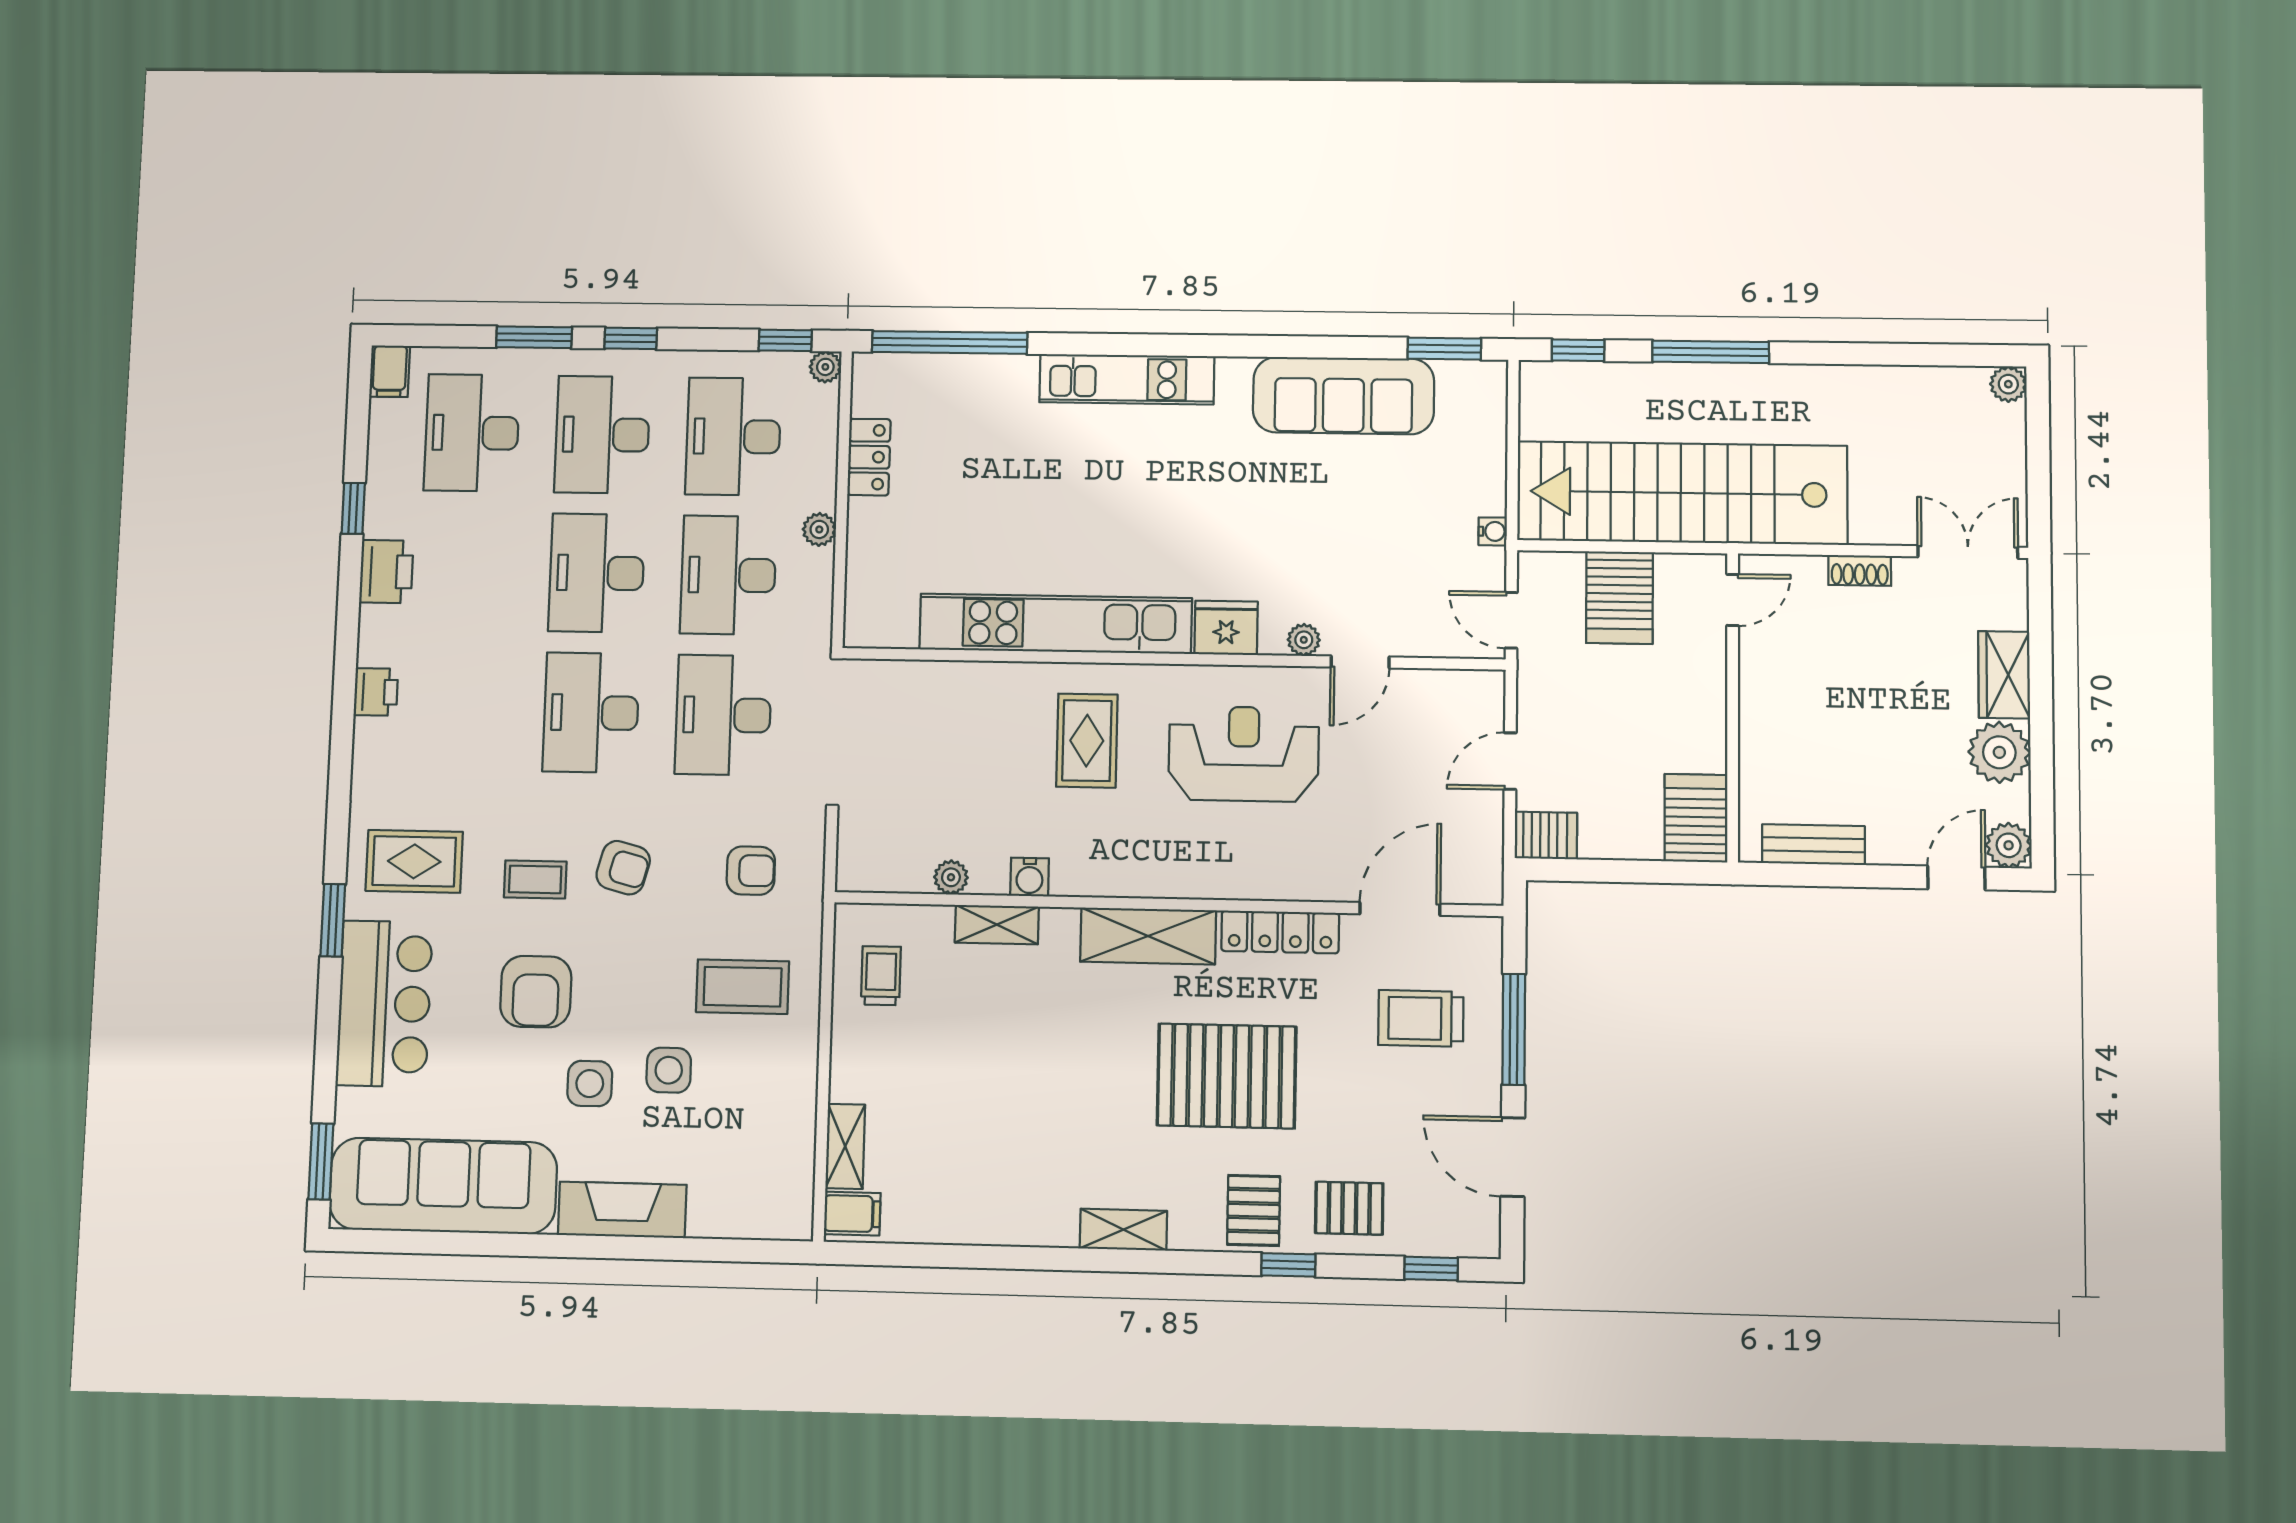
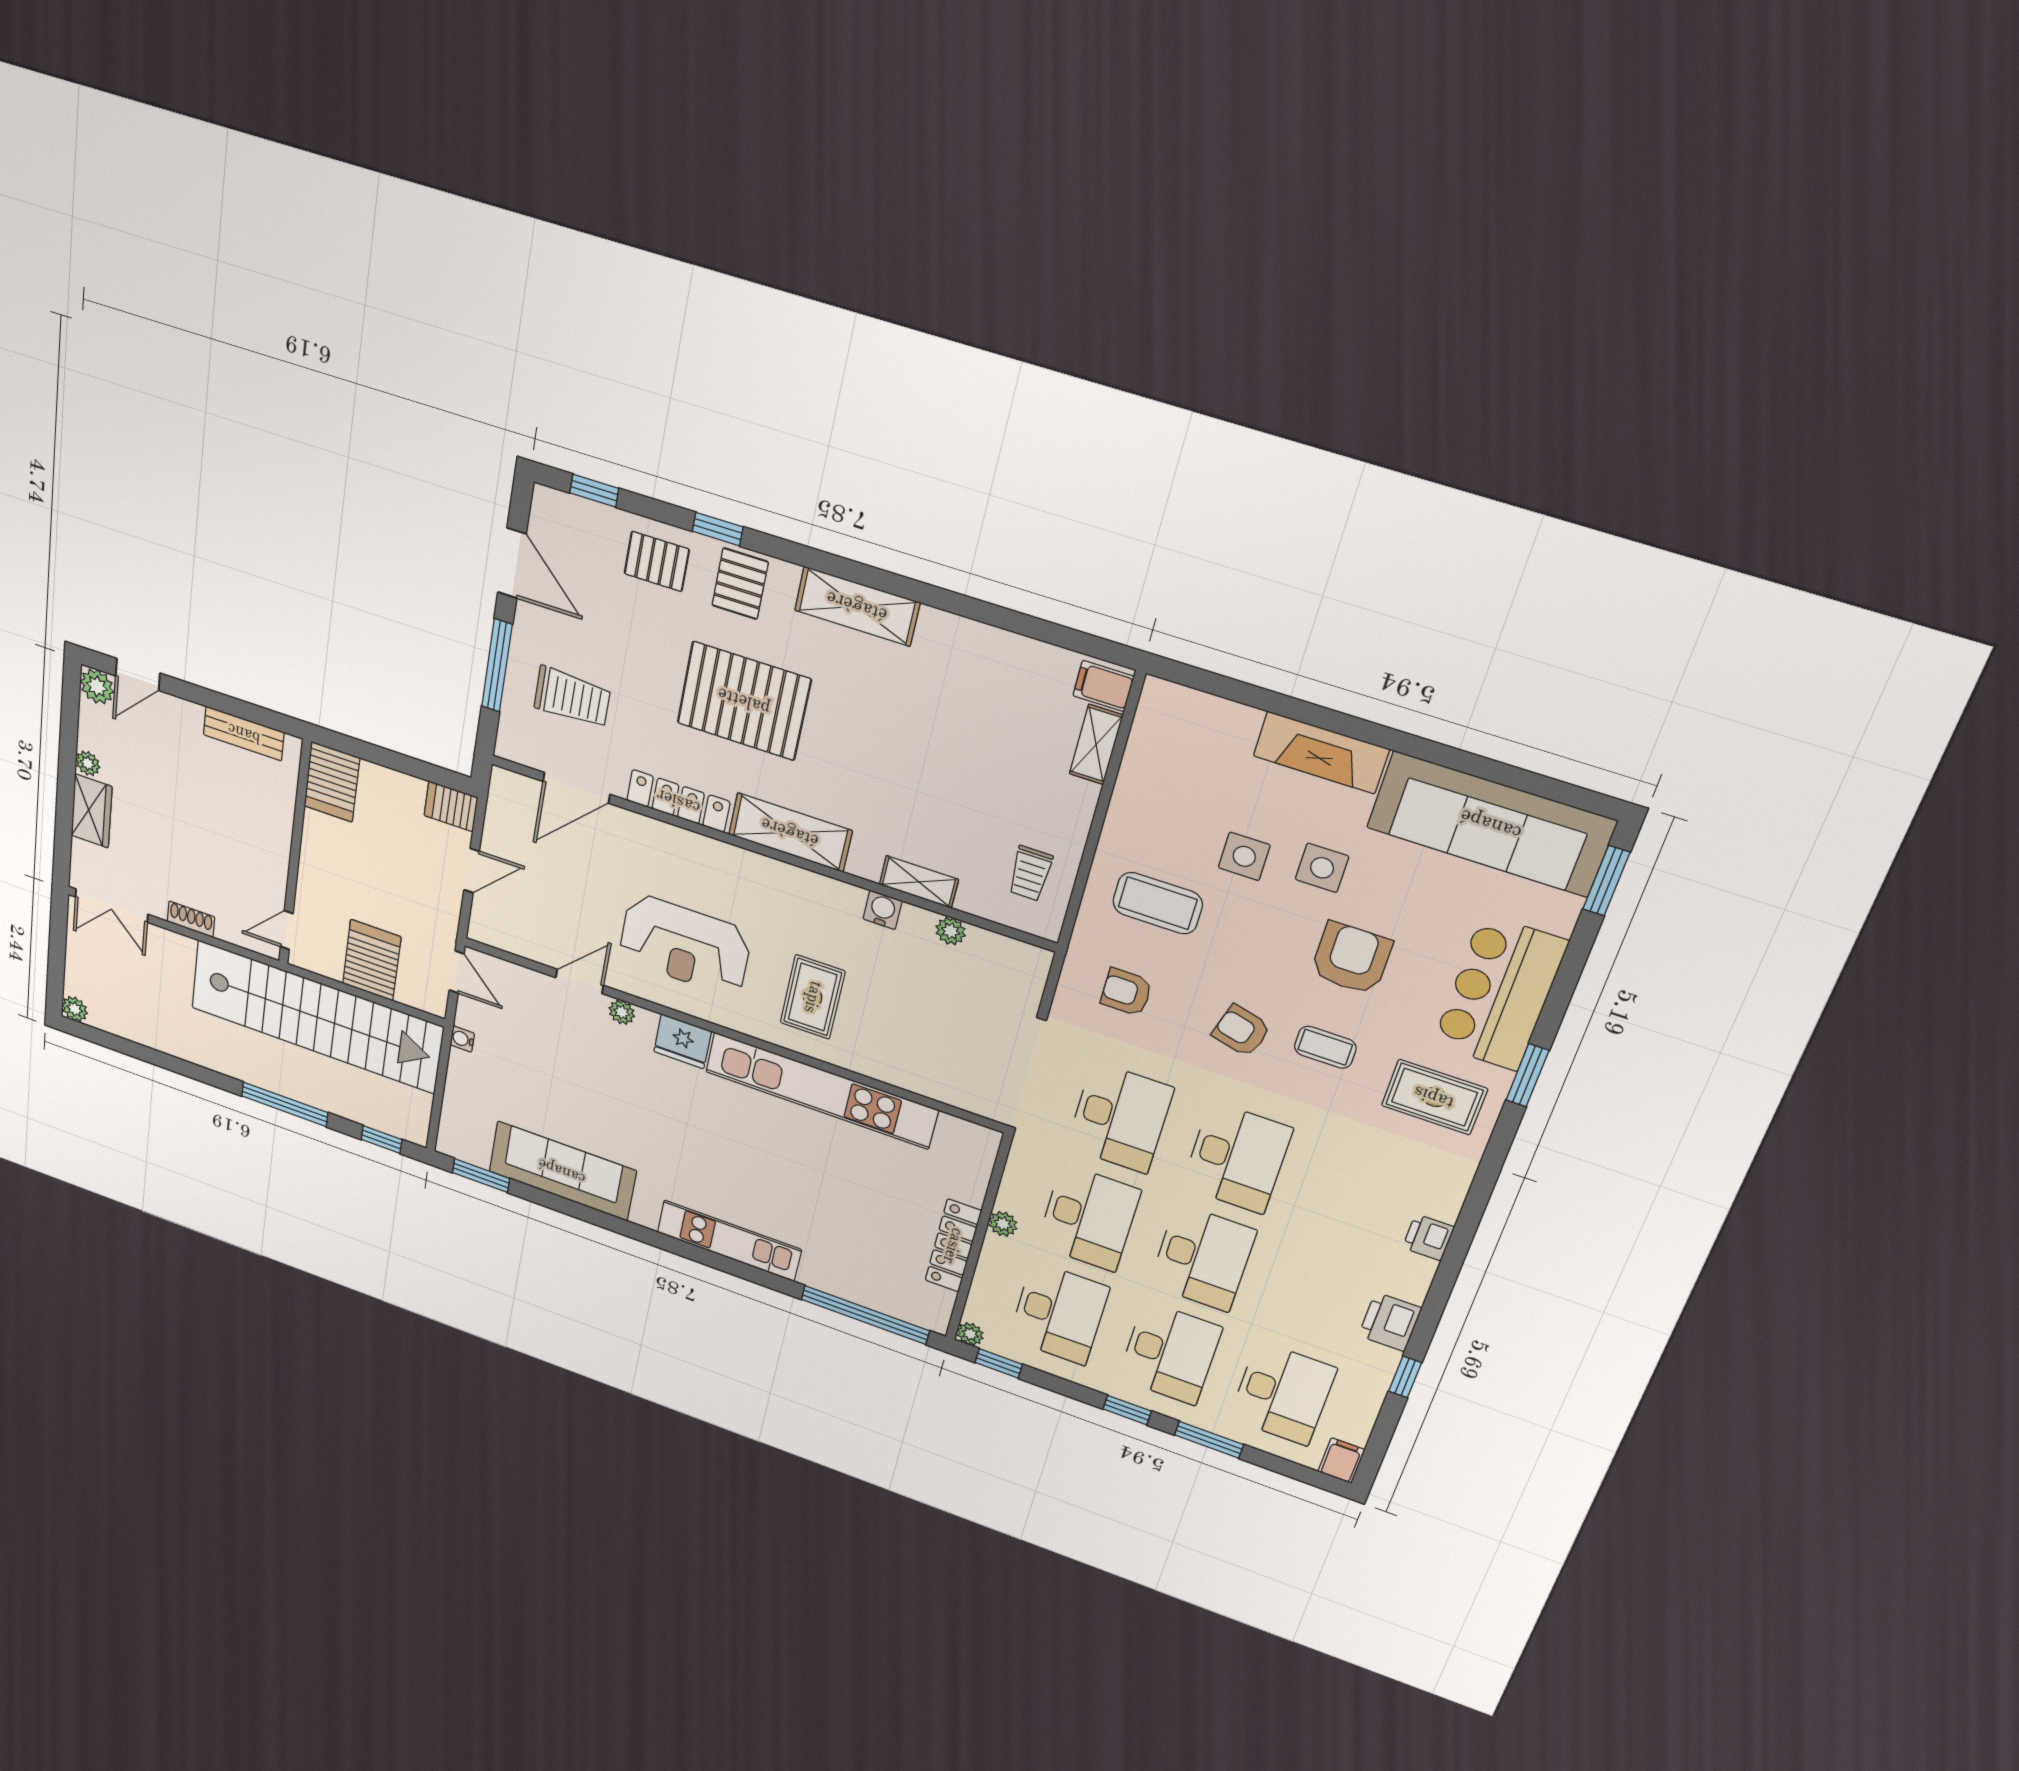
locker: (869, 457) -> (953, 1246), width x1.53
plant: (1999, 752) -> (88, 763), width x0.53, depth x0.53
shelving: (1123, 1230) -> (857, 606), width x1.50, depth x1.33

